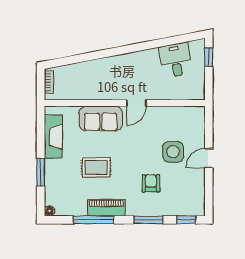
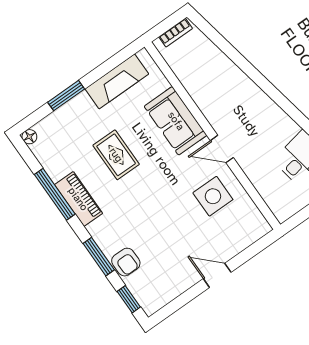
side table: (173, 152) -> (213, 196), moved
armchair: (151, 183) -> (126, 262), moved, turned 90

